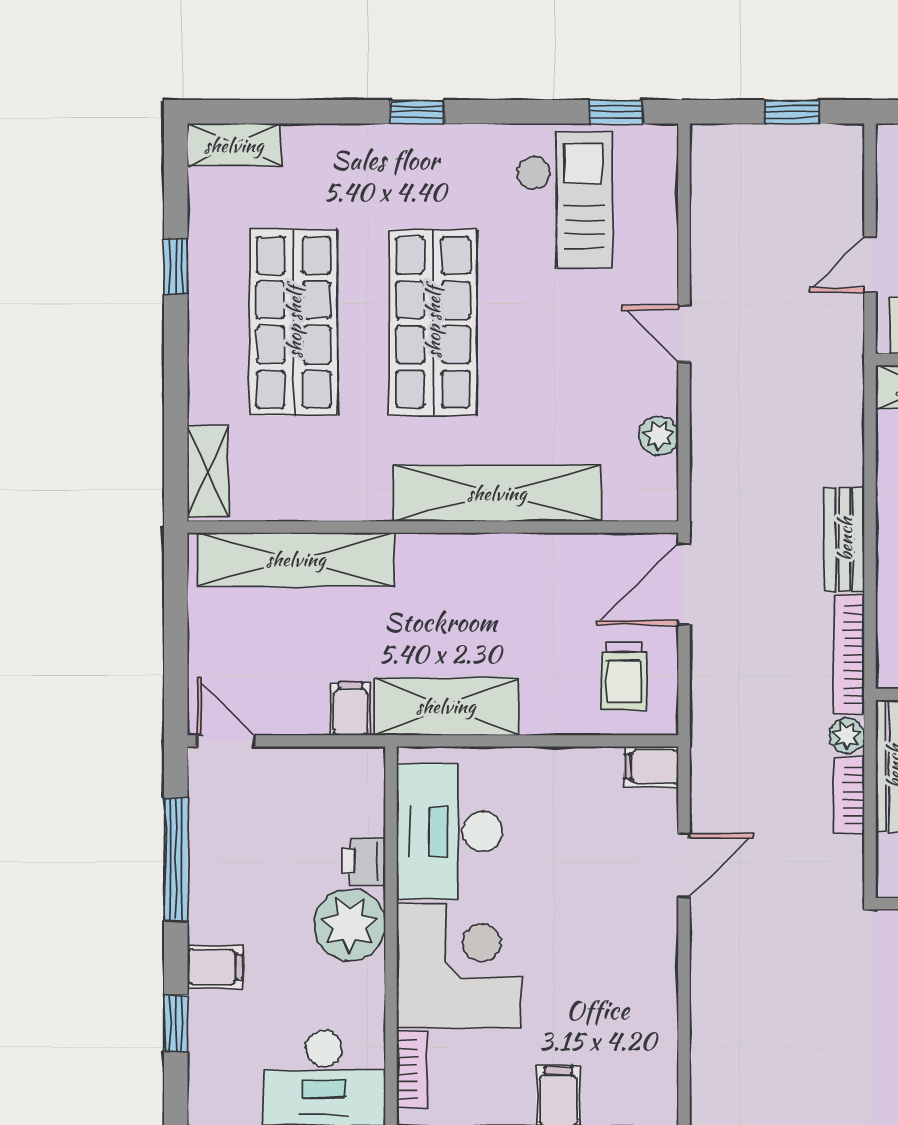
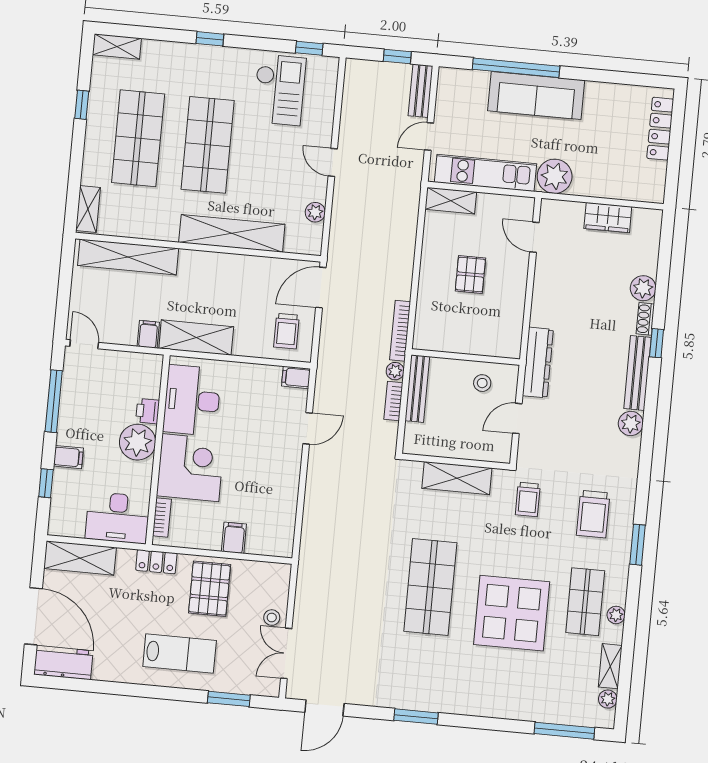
bench: (845, 539) -> (421, 91), moved

